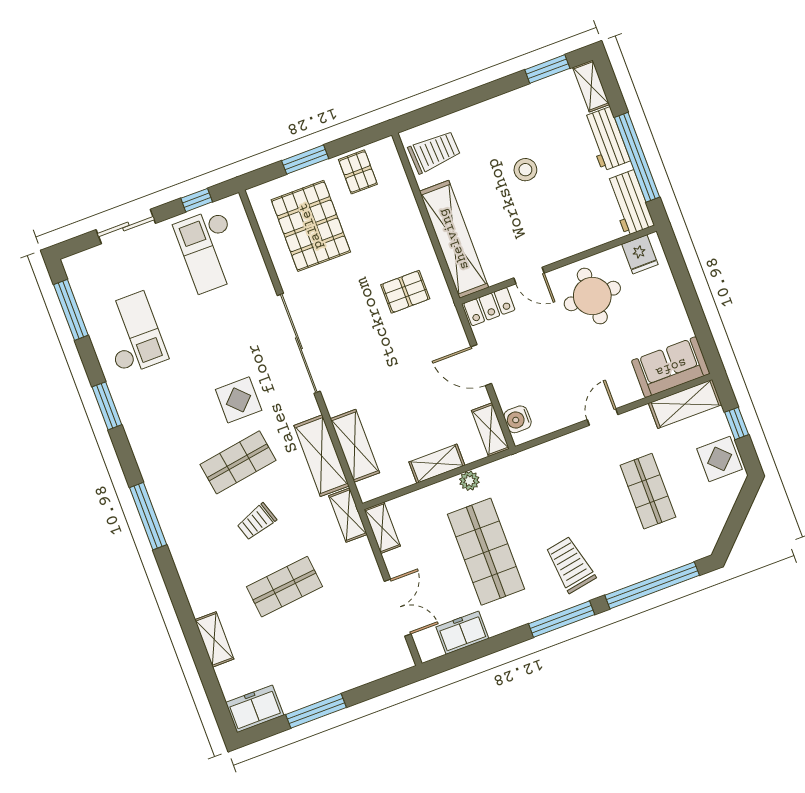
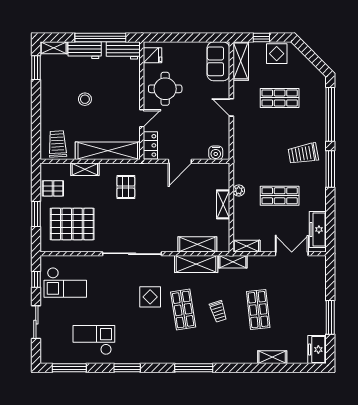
shelving: (490, 430) -> (85, 169), moved
shop shelf: (486, 552) -> (280, 196), width x0.70, depth x0.74
freezer: (462, 633) -> (318, 229), width x1.40

